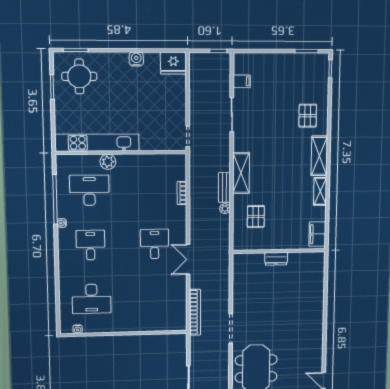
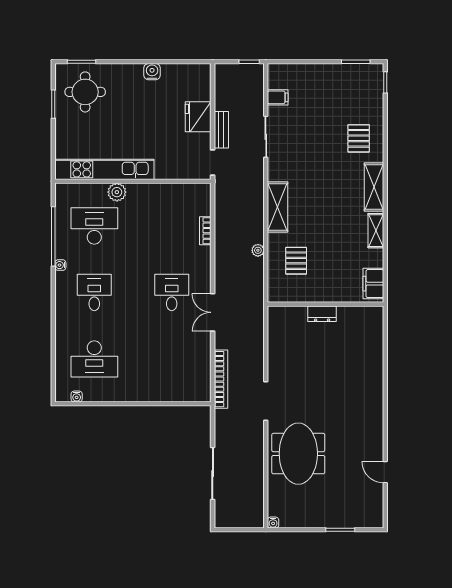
fridge: (173, 63) -> (198, 117), moved, turned 90
bench: (224, 187) -> (221, 130), moved

